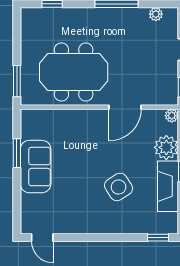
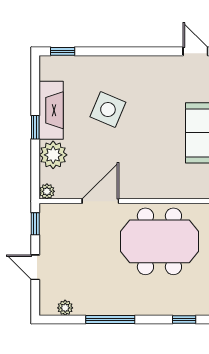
side table: (119, 187) -> (108, 109), turned -35

